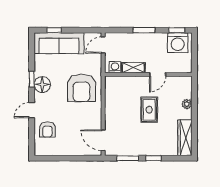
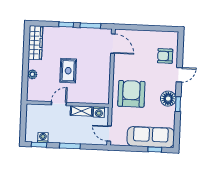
washing machine: (178, 43) -> (43, 137), width x0.53, depth x0.53
door: (103, 45) -> (109, 134), swing flipped
armchair: (47, 129) -> (165, 56), turned -90

